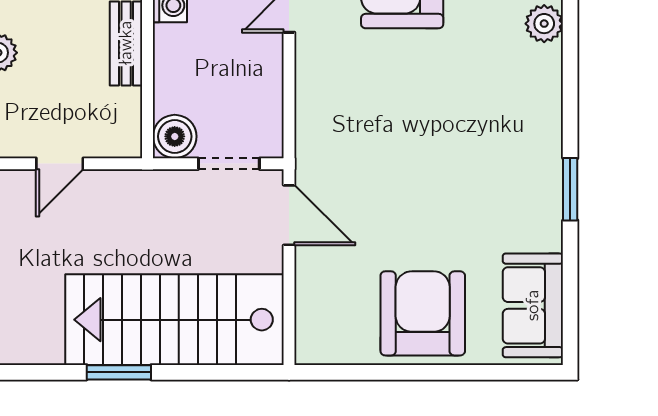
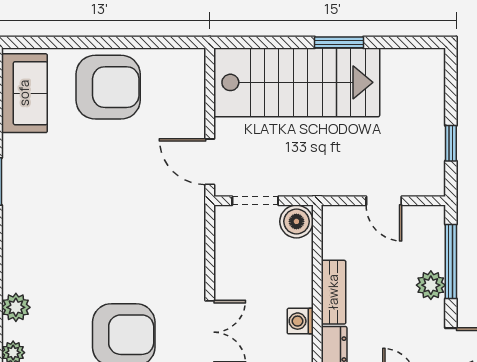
door: (60, 164) -> (384, 201), swing flipped
armchair: (423, 313) -> (108, 87), turned -90

